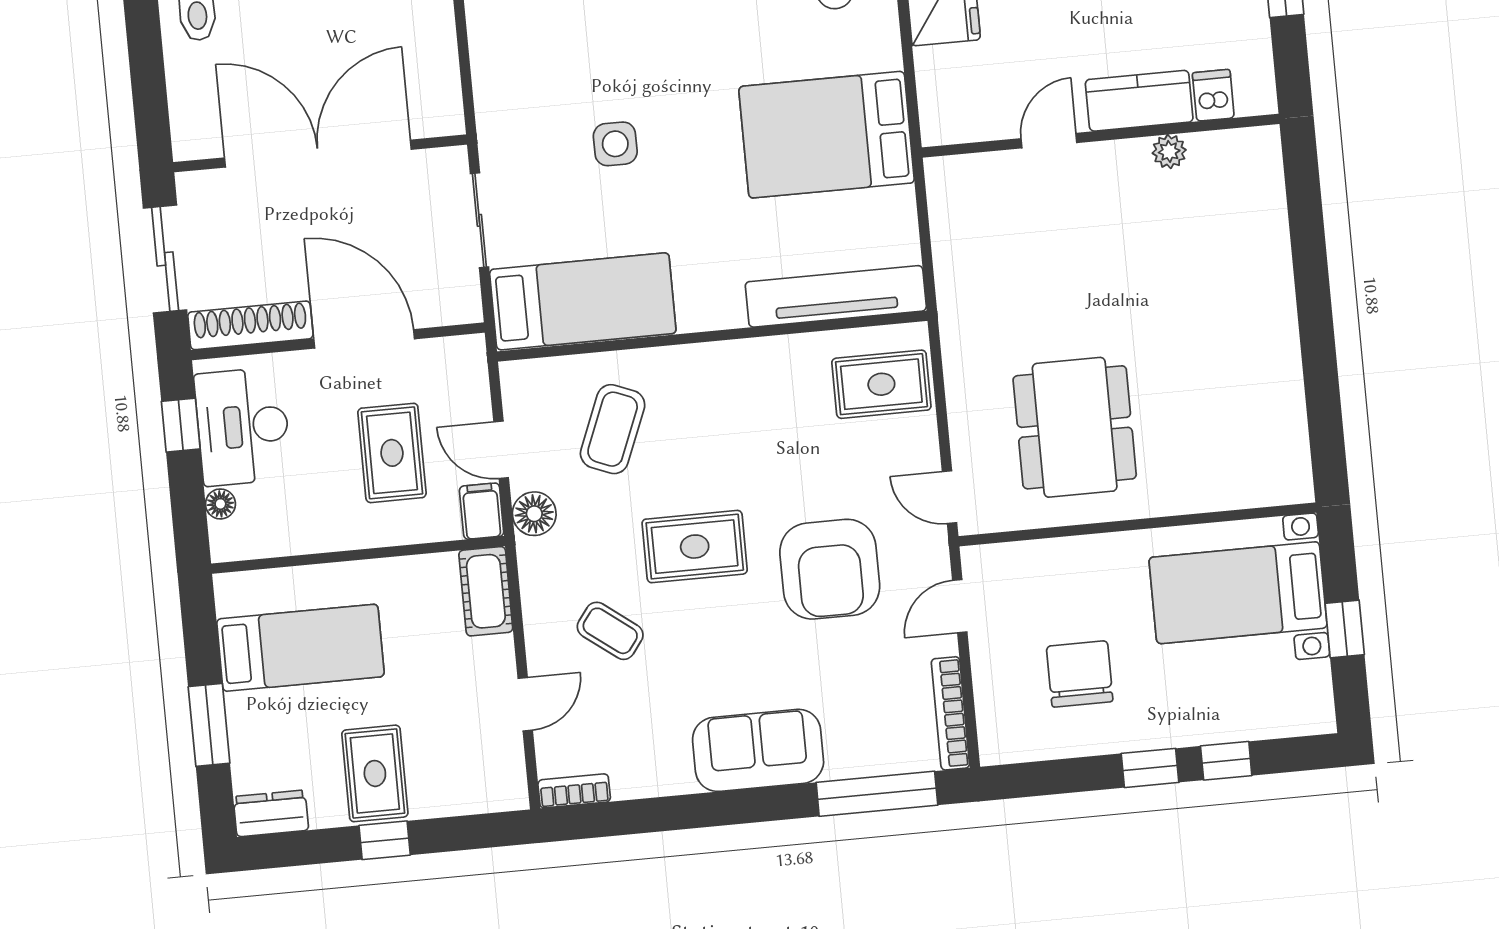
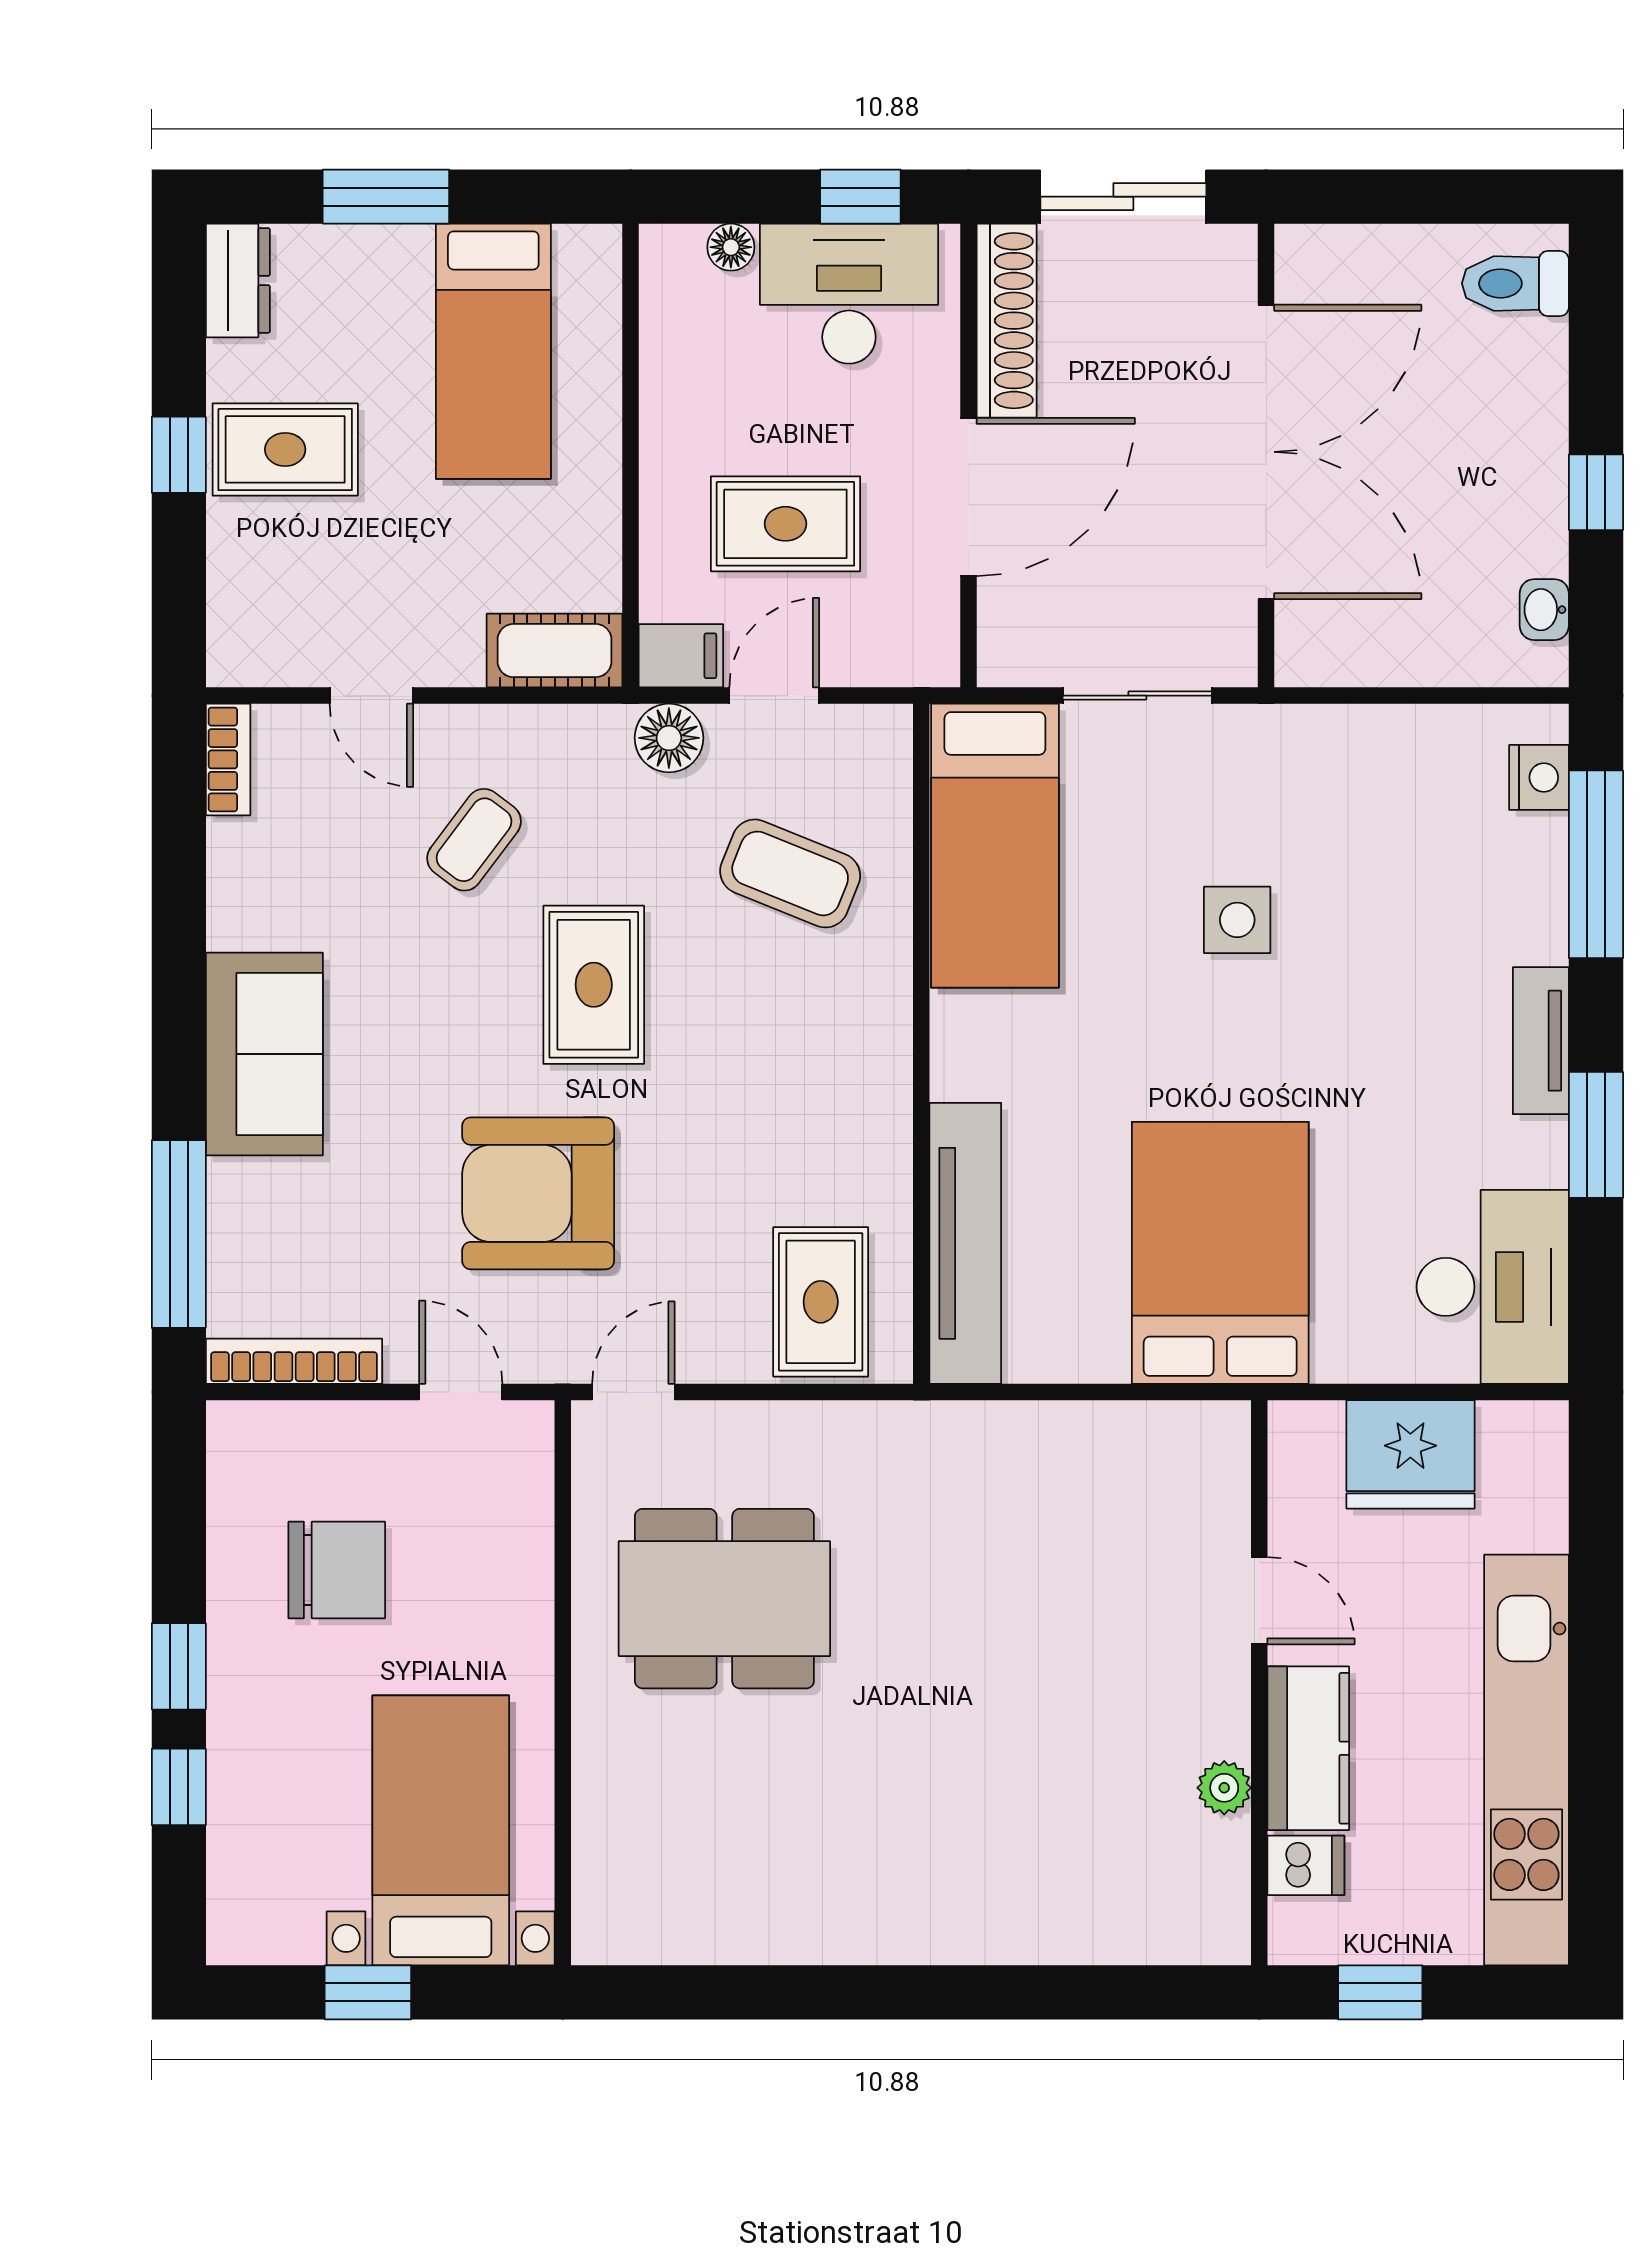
dishwasher: (1213, 95) -> (1306, 1865), moved
kitchen counter: (1139, 101) -> (1308, 1748), moved
wall: (1101, 136) -> (1259, 1683), moved
door: (1049, 141) -> (1259, 1601), moved
plant: (1169, 152) -> (1224, 1788), moved

